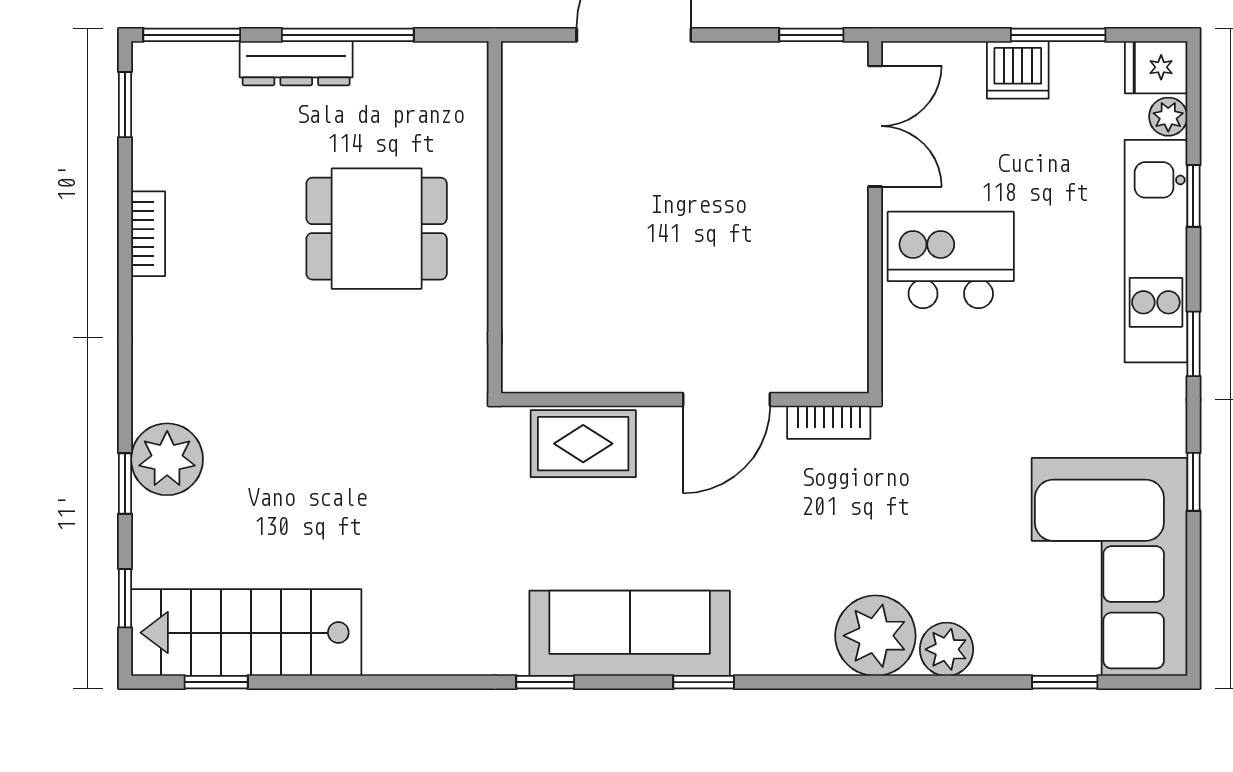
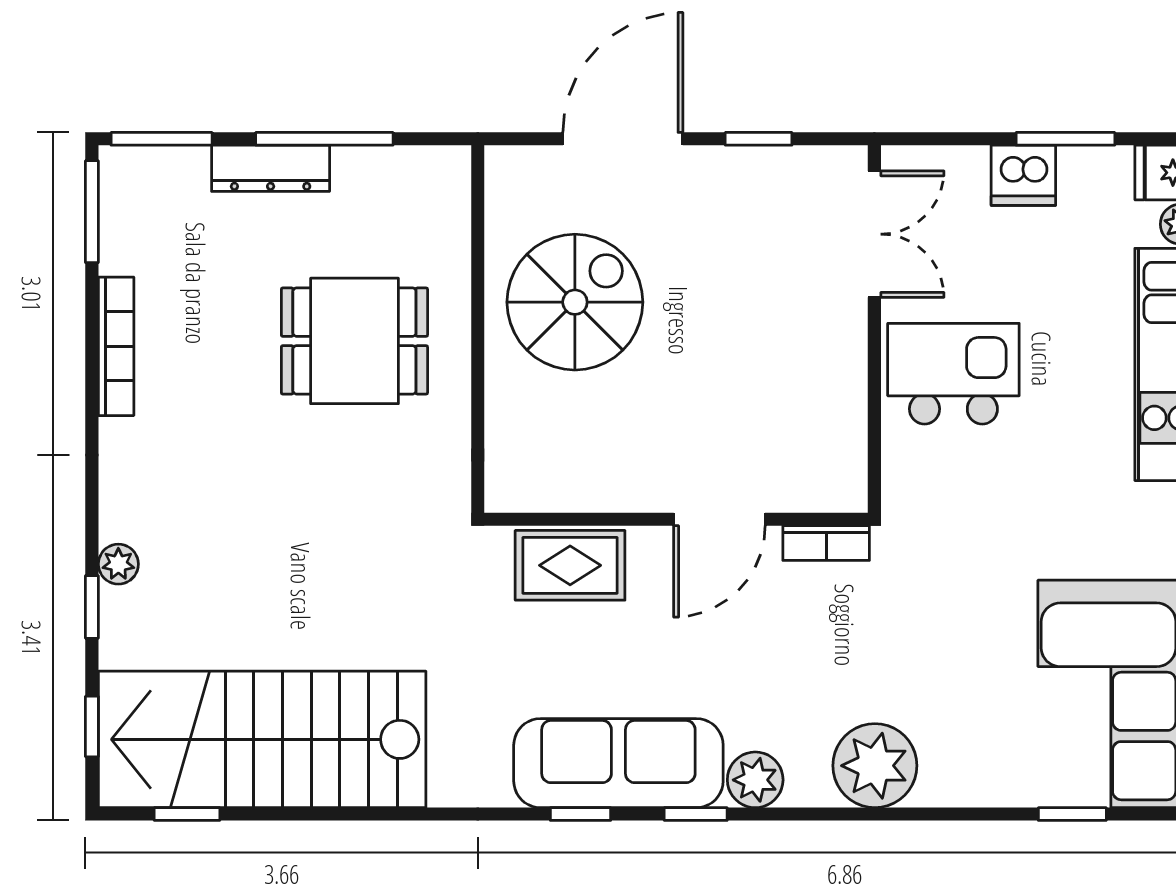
window: (811, 35) -> (759, 139), moved
window: (125, 105) -> (92, 212), width x1.50
spiral stairs: (588, 191) -> (575, 302), added
bookcase: (148, 234) -> (116, 346), width x1.56
plant: (167, 459) -> (118, 564), width x0.53, depth x0.53
stairs: (246, 633) -> (262, 739), width x1.36, depth x1.51
plant: (947, 649) -> (755, 780), moved
window: (545, 682) -> (581, 814), moved

